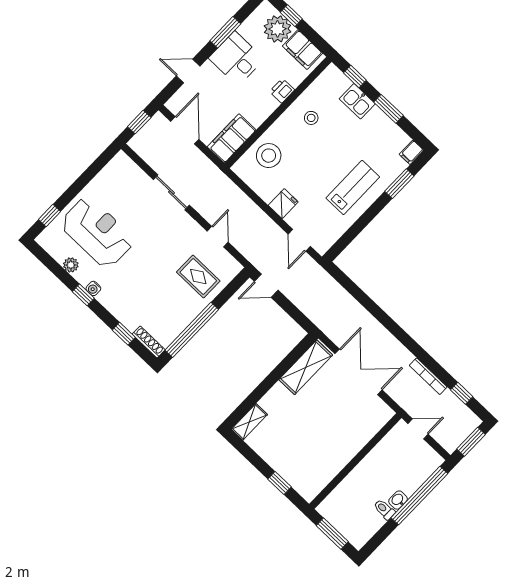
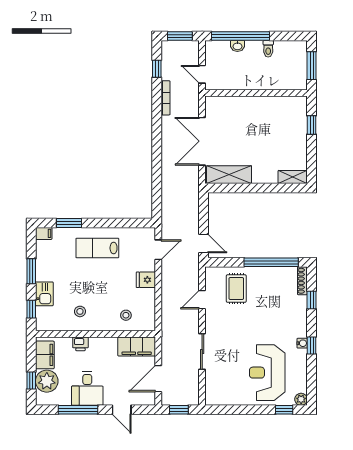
window: (225, 32) -> (78, 410), width x1.44
stool: (269, 156) -> (126, 315), width x0.53, depth x0.53
plant: (71, 265) -> (301, 399), moved
washbasin: (398, 500) -> (237, 46), moved

